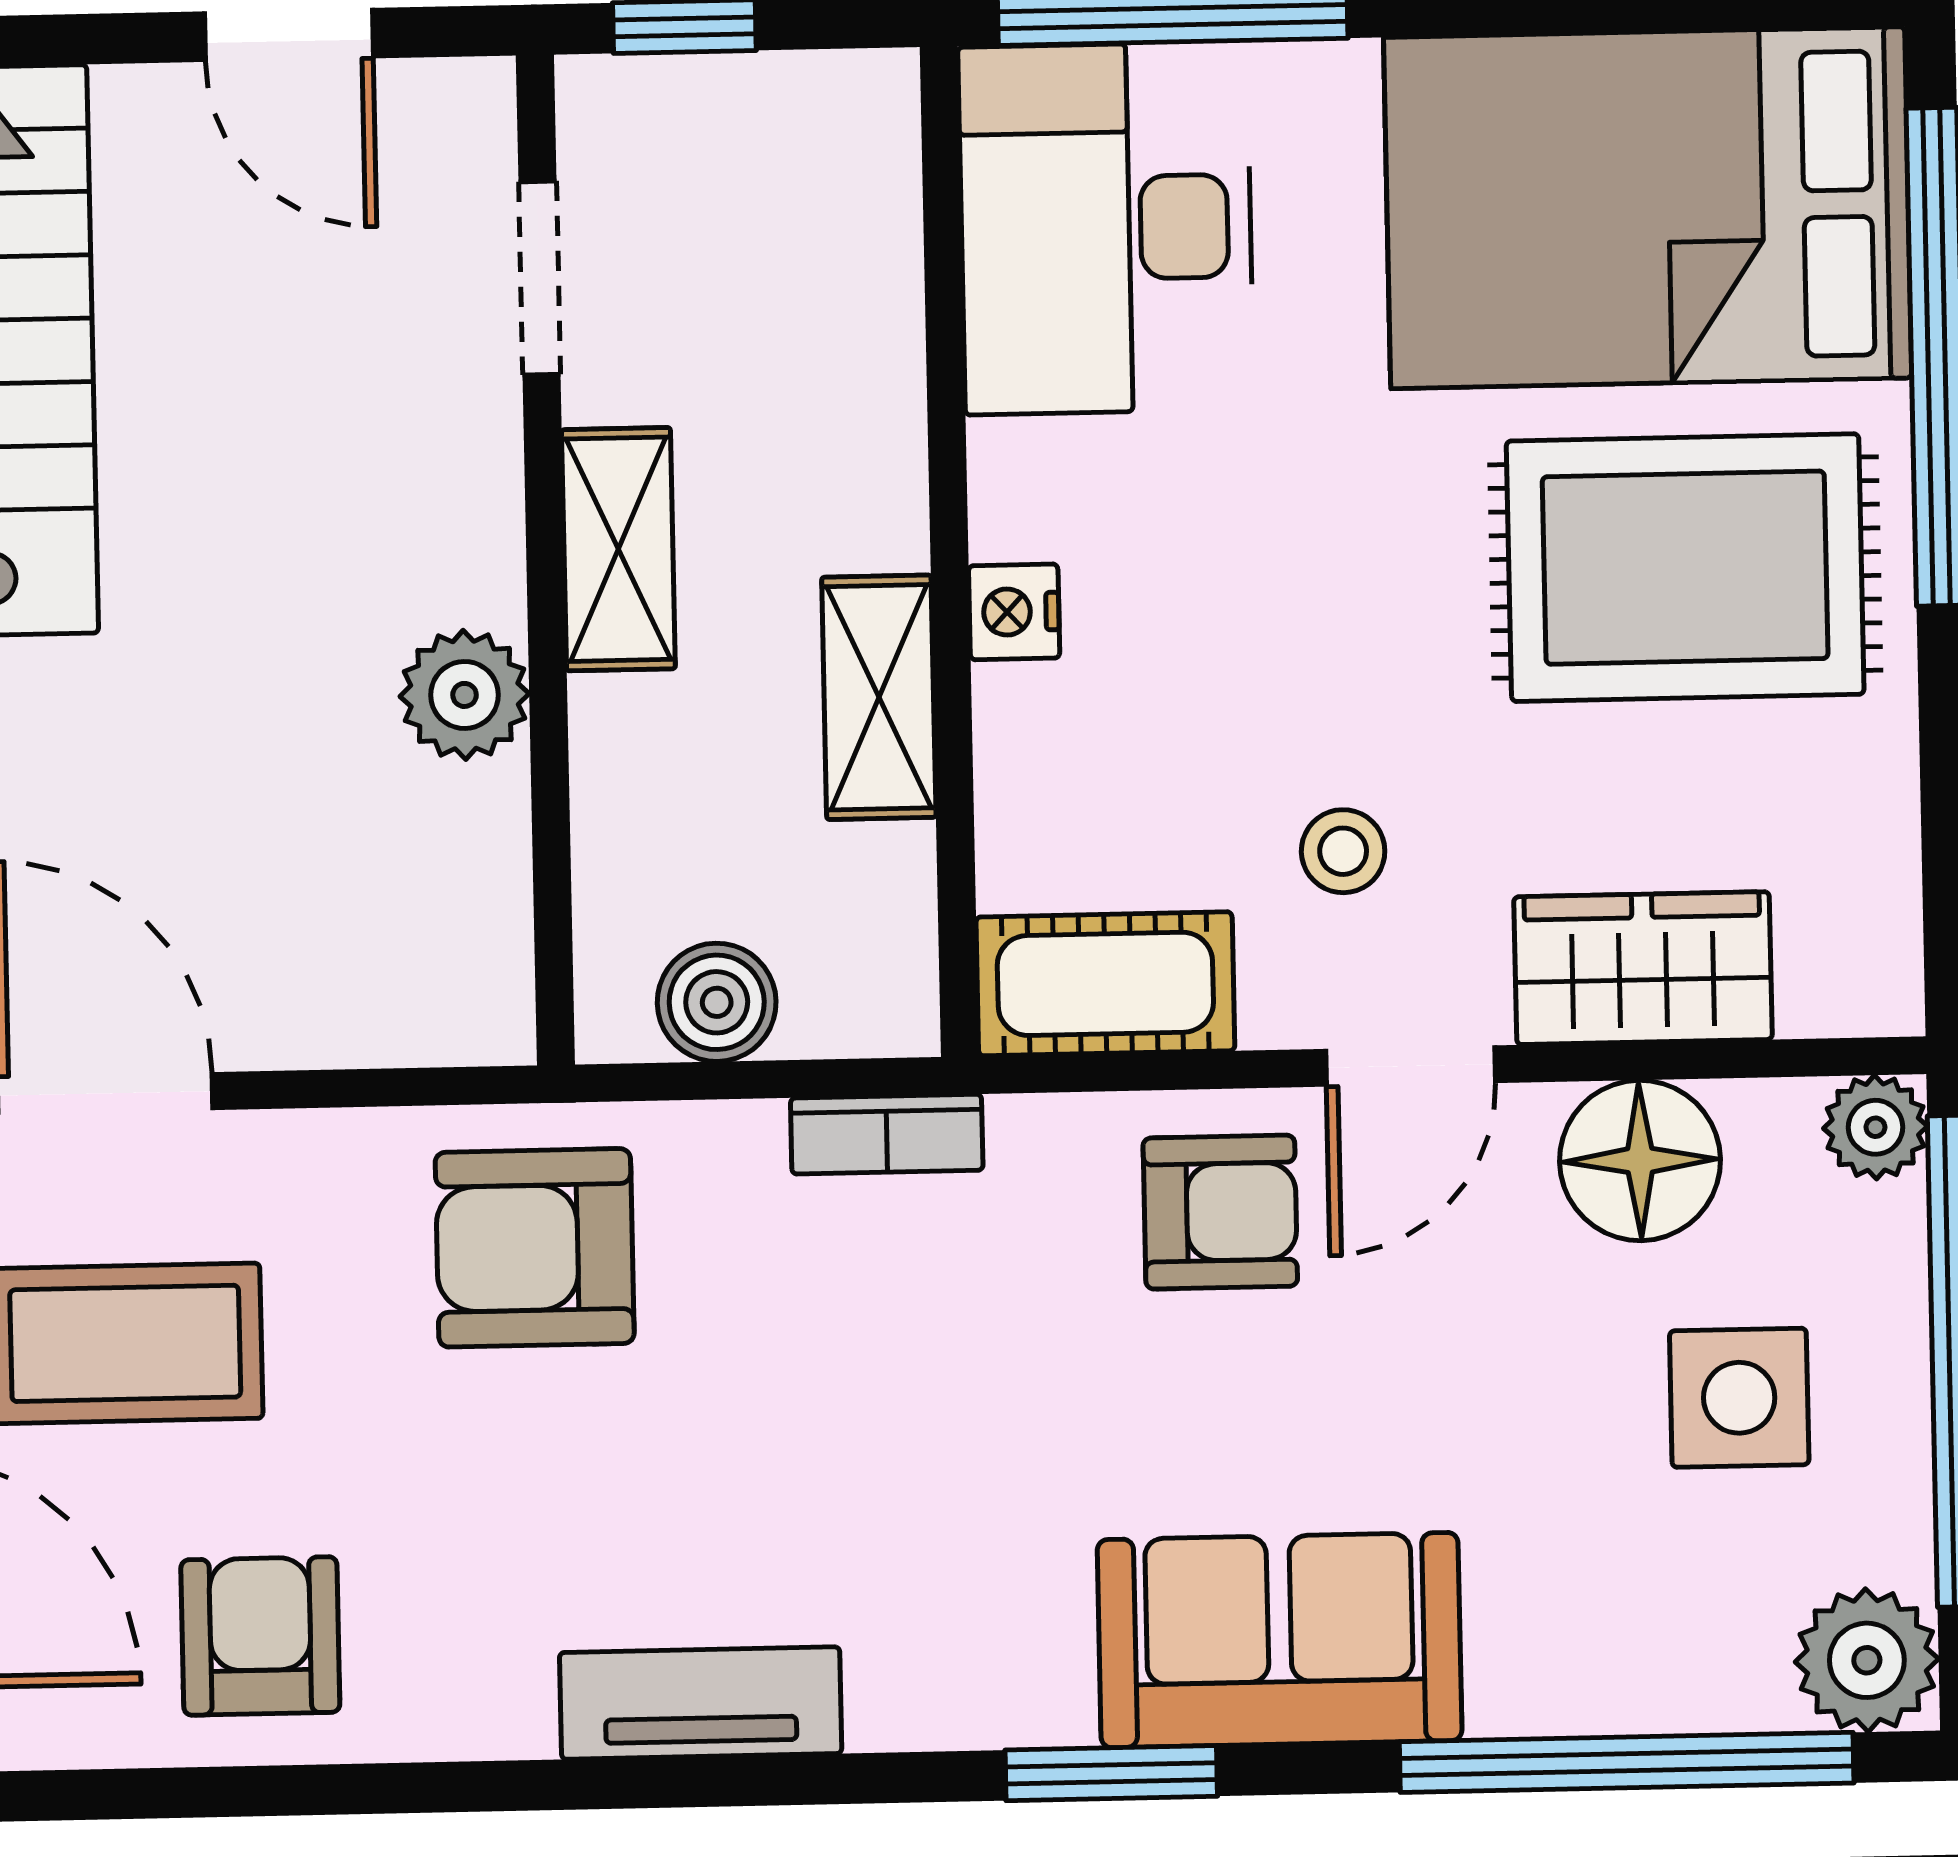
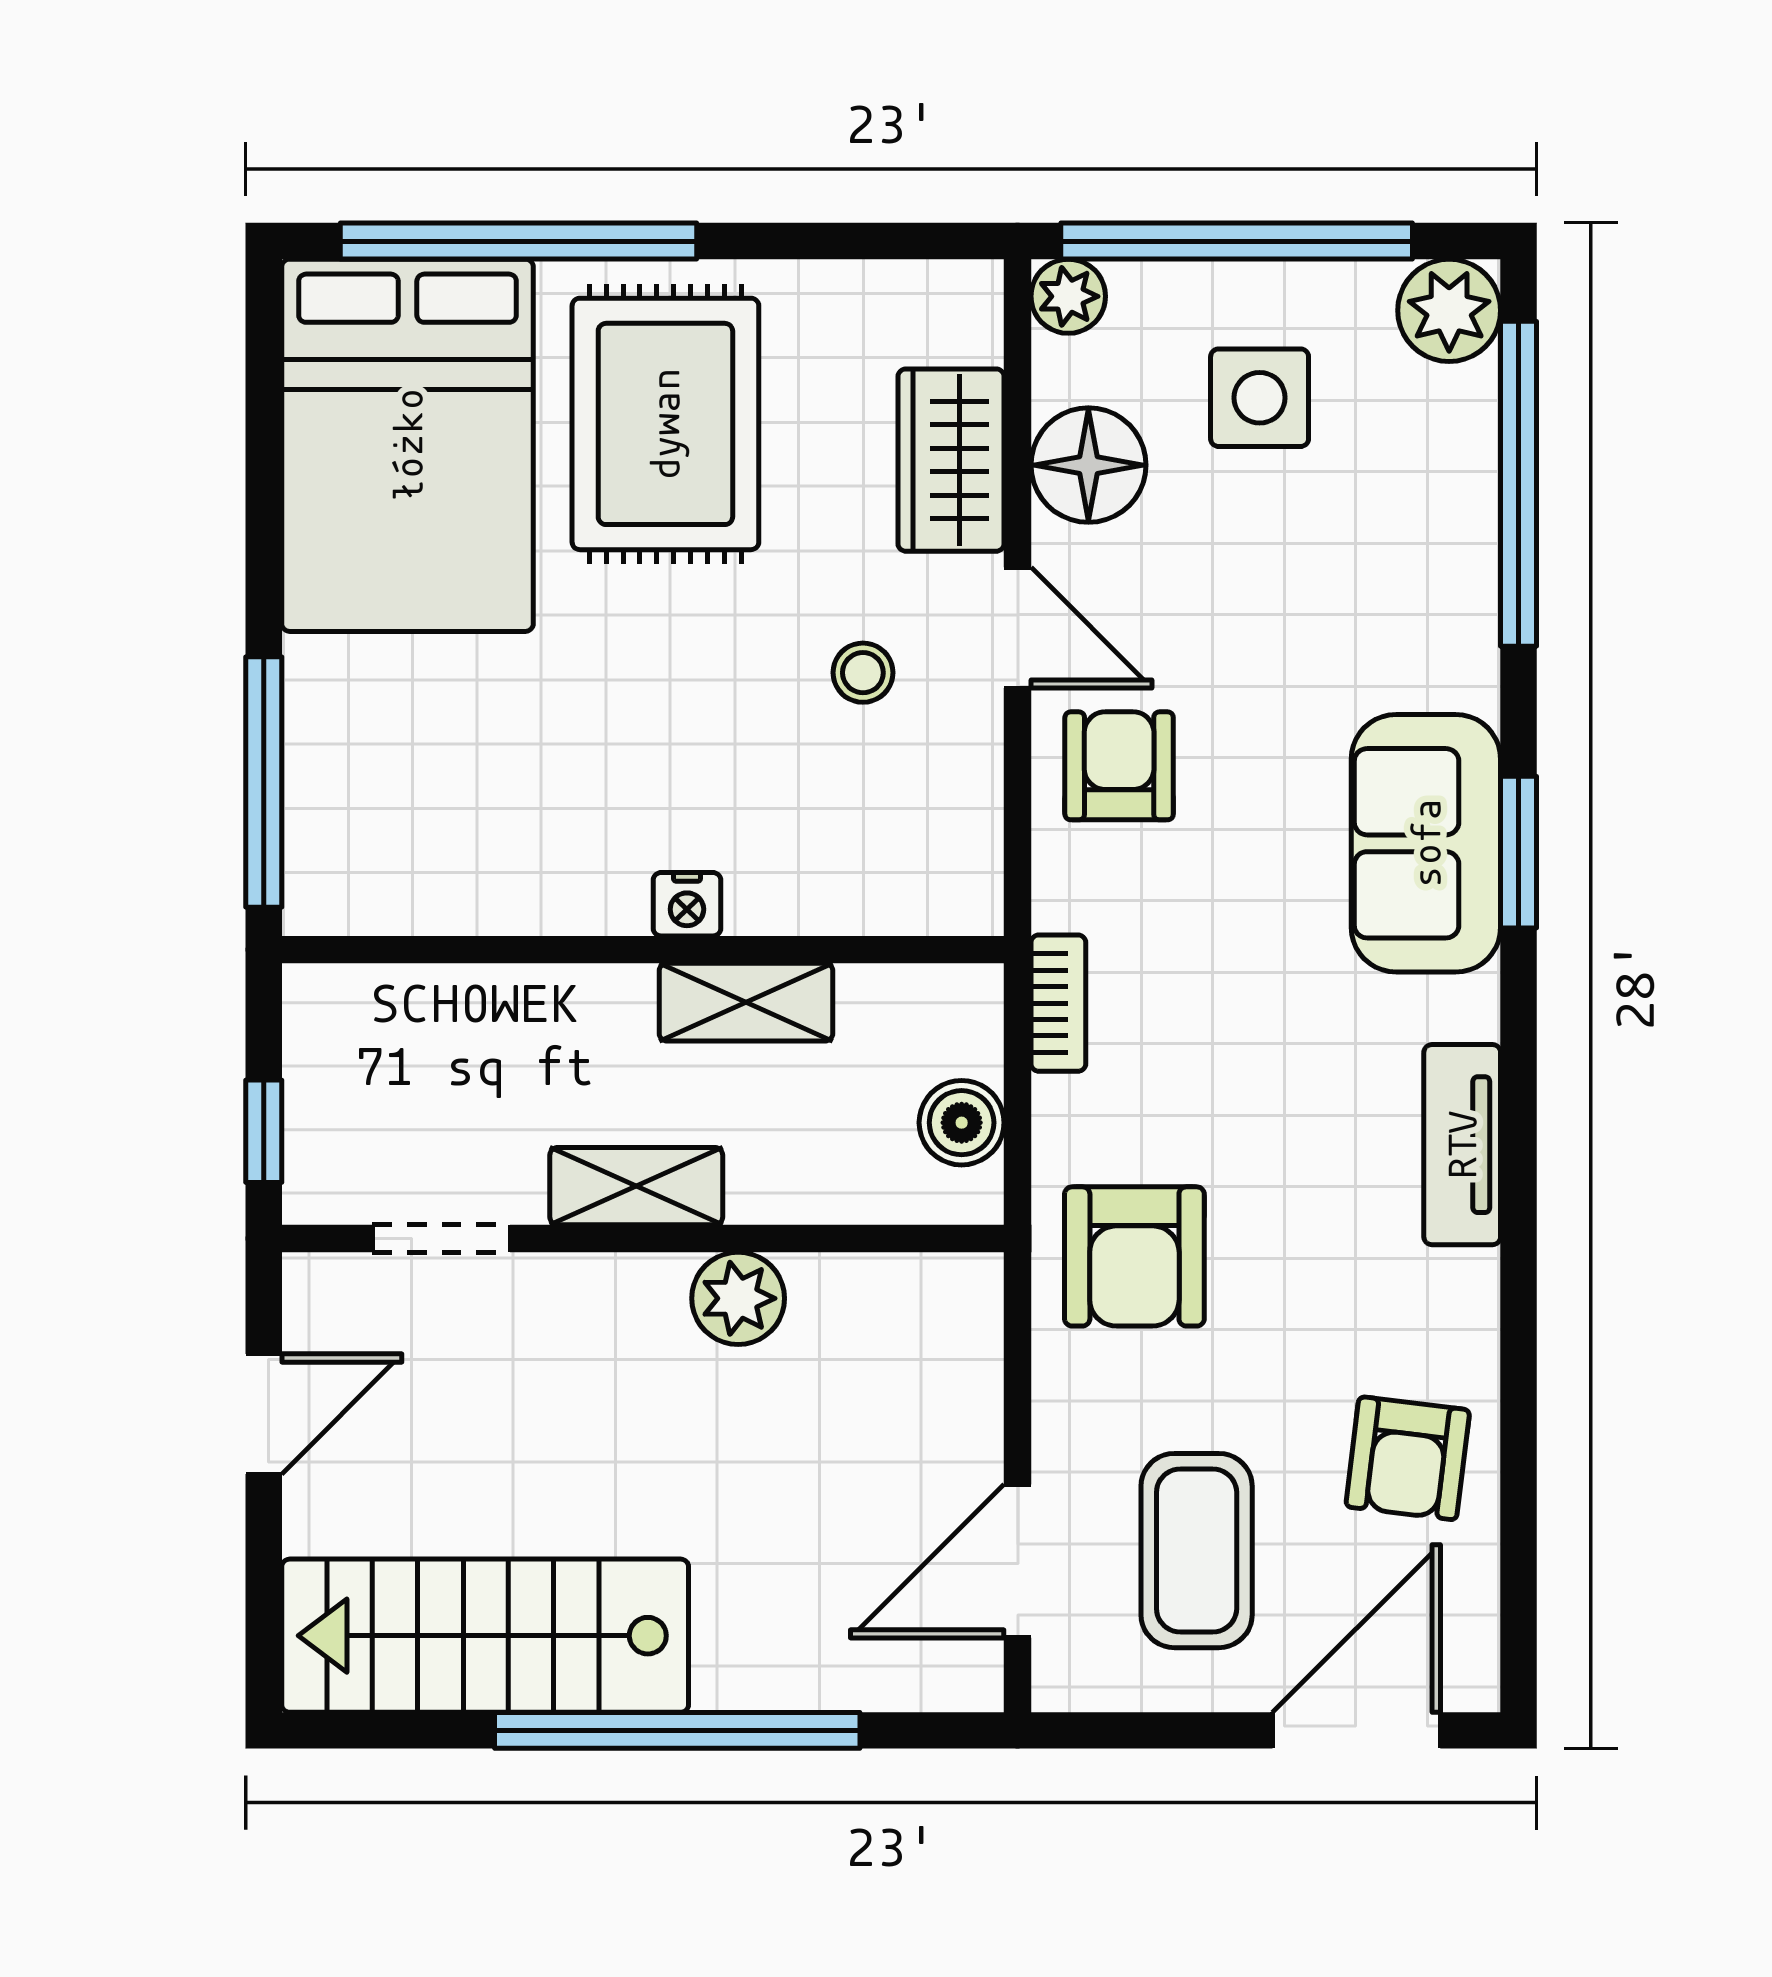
desk: (1106, 228) -> (414, 833), removed
cot: (1105, 984) -> (954, 845), removed
armchair: (260, 1636) -> (1408, 1458), turned -83
sofa: (1280, 1640) -> (1426, 843), moved

